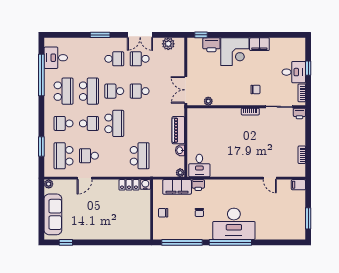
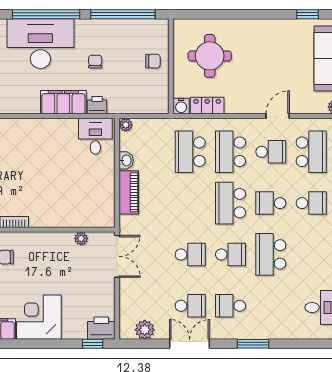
printer: (211, 45) -> (101, 328), moved
school desk: (64, 91) -> (231, 152), moved
filing cabinet: (177, 187) -> (63, 102), moved
round table: (127, 216) -> (210, 56), added

